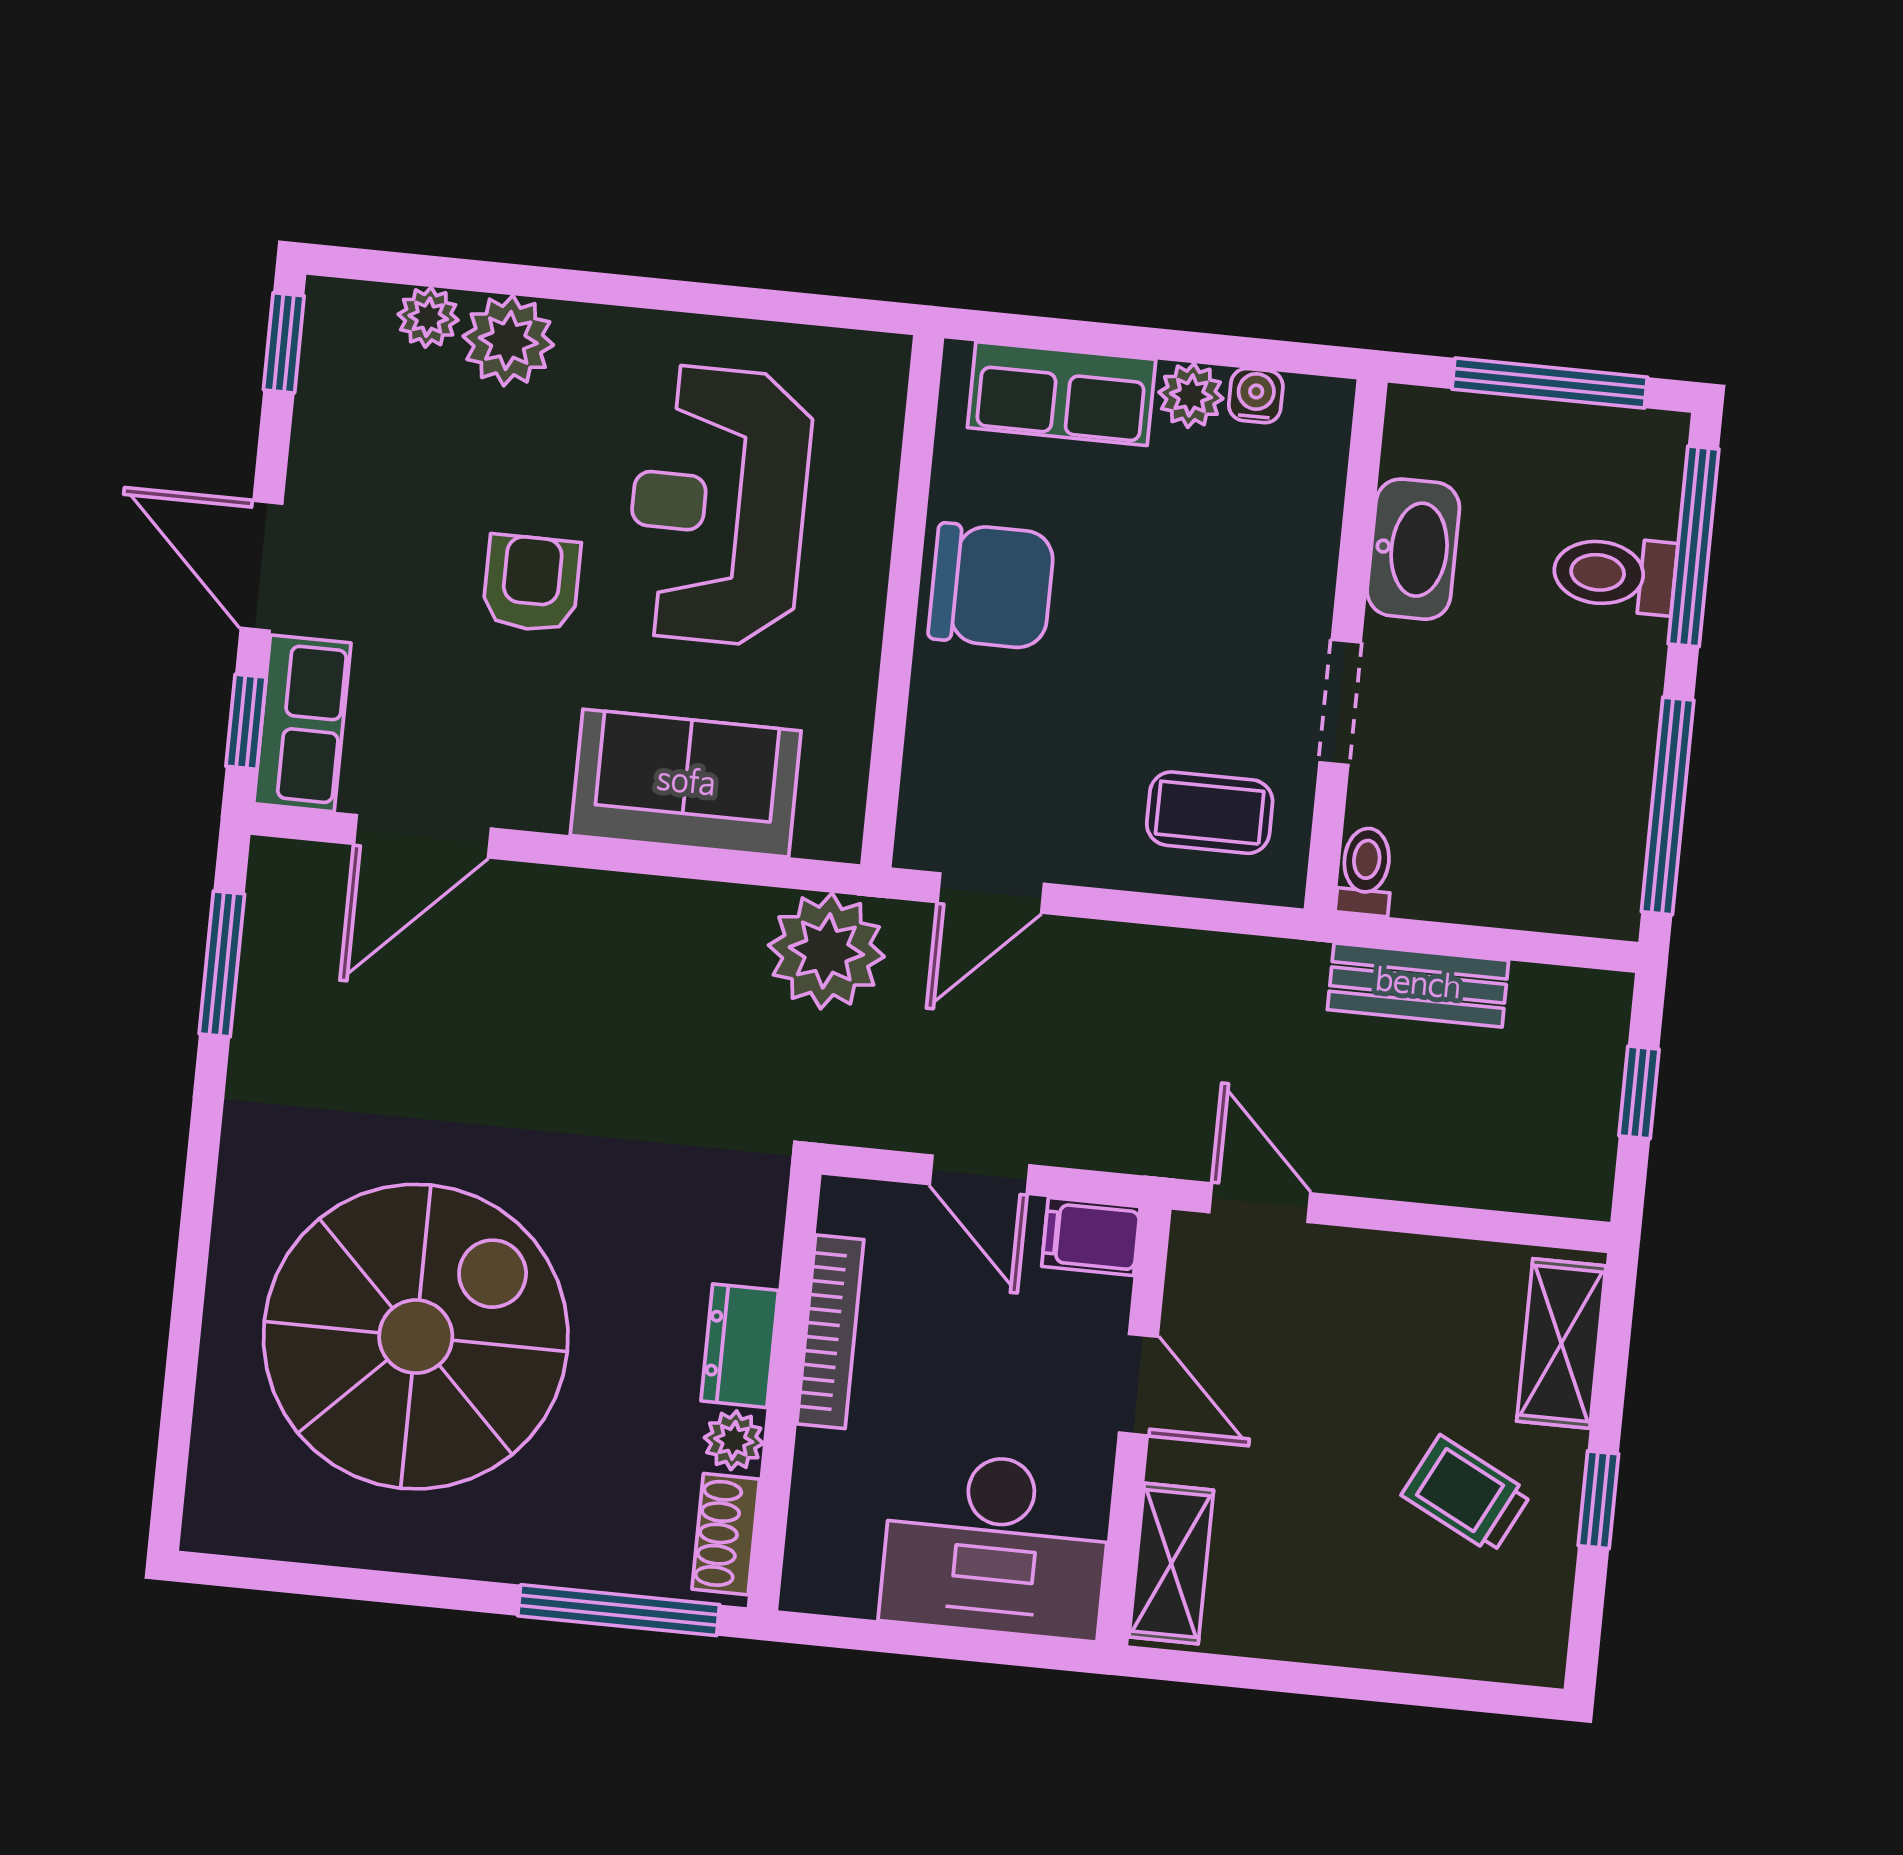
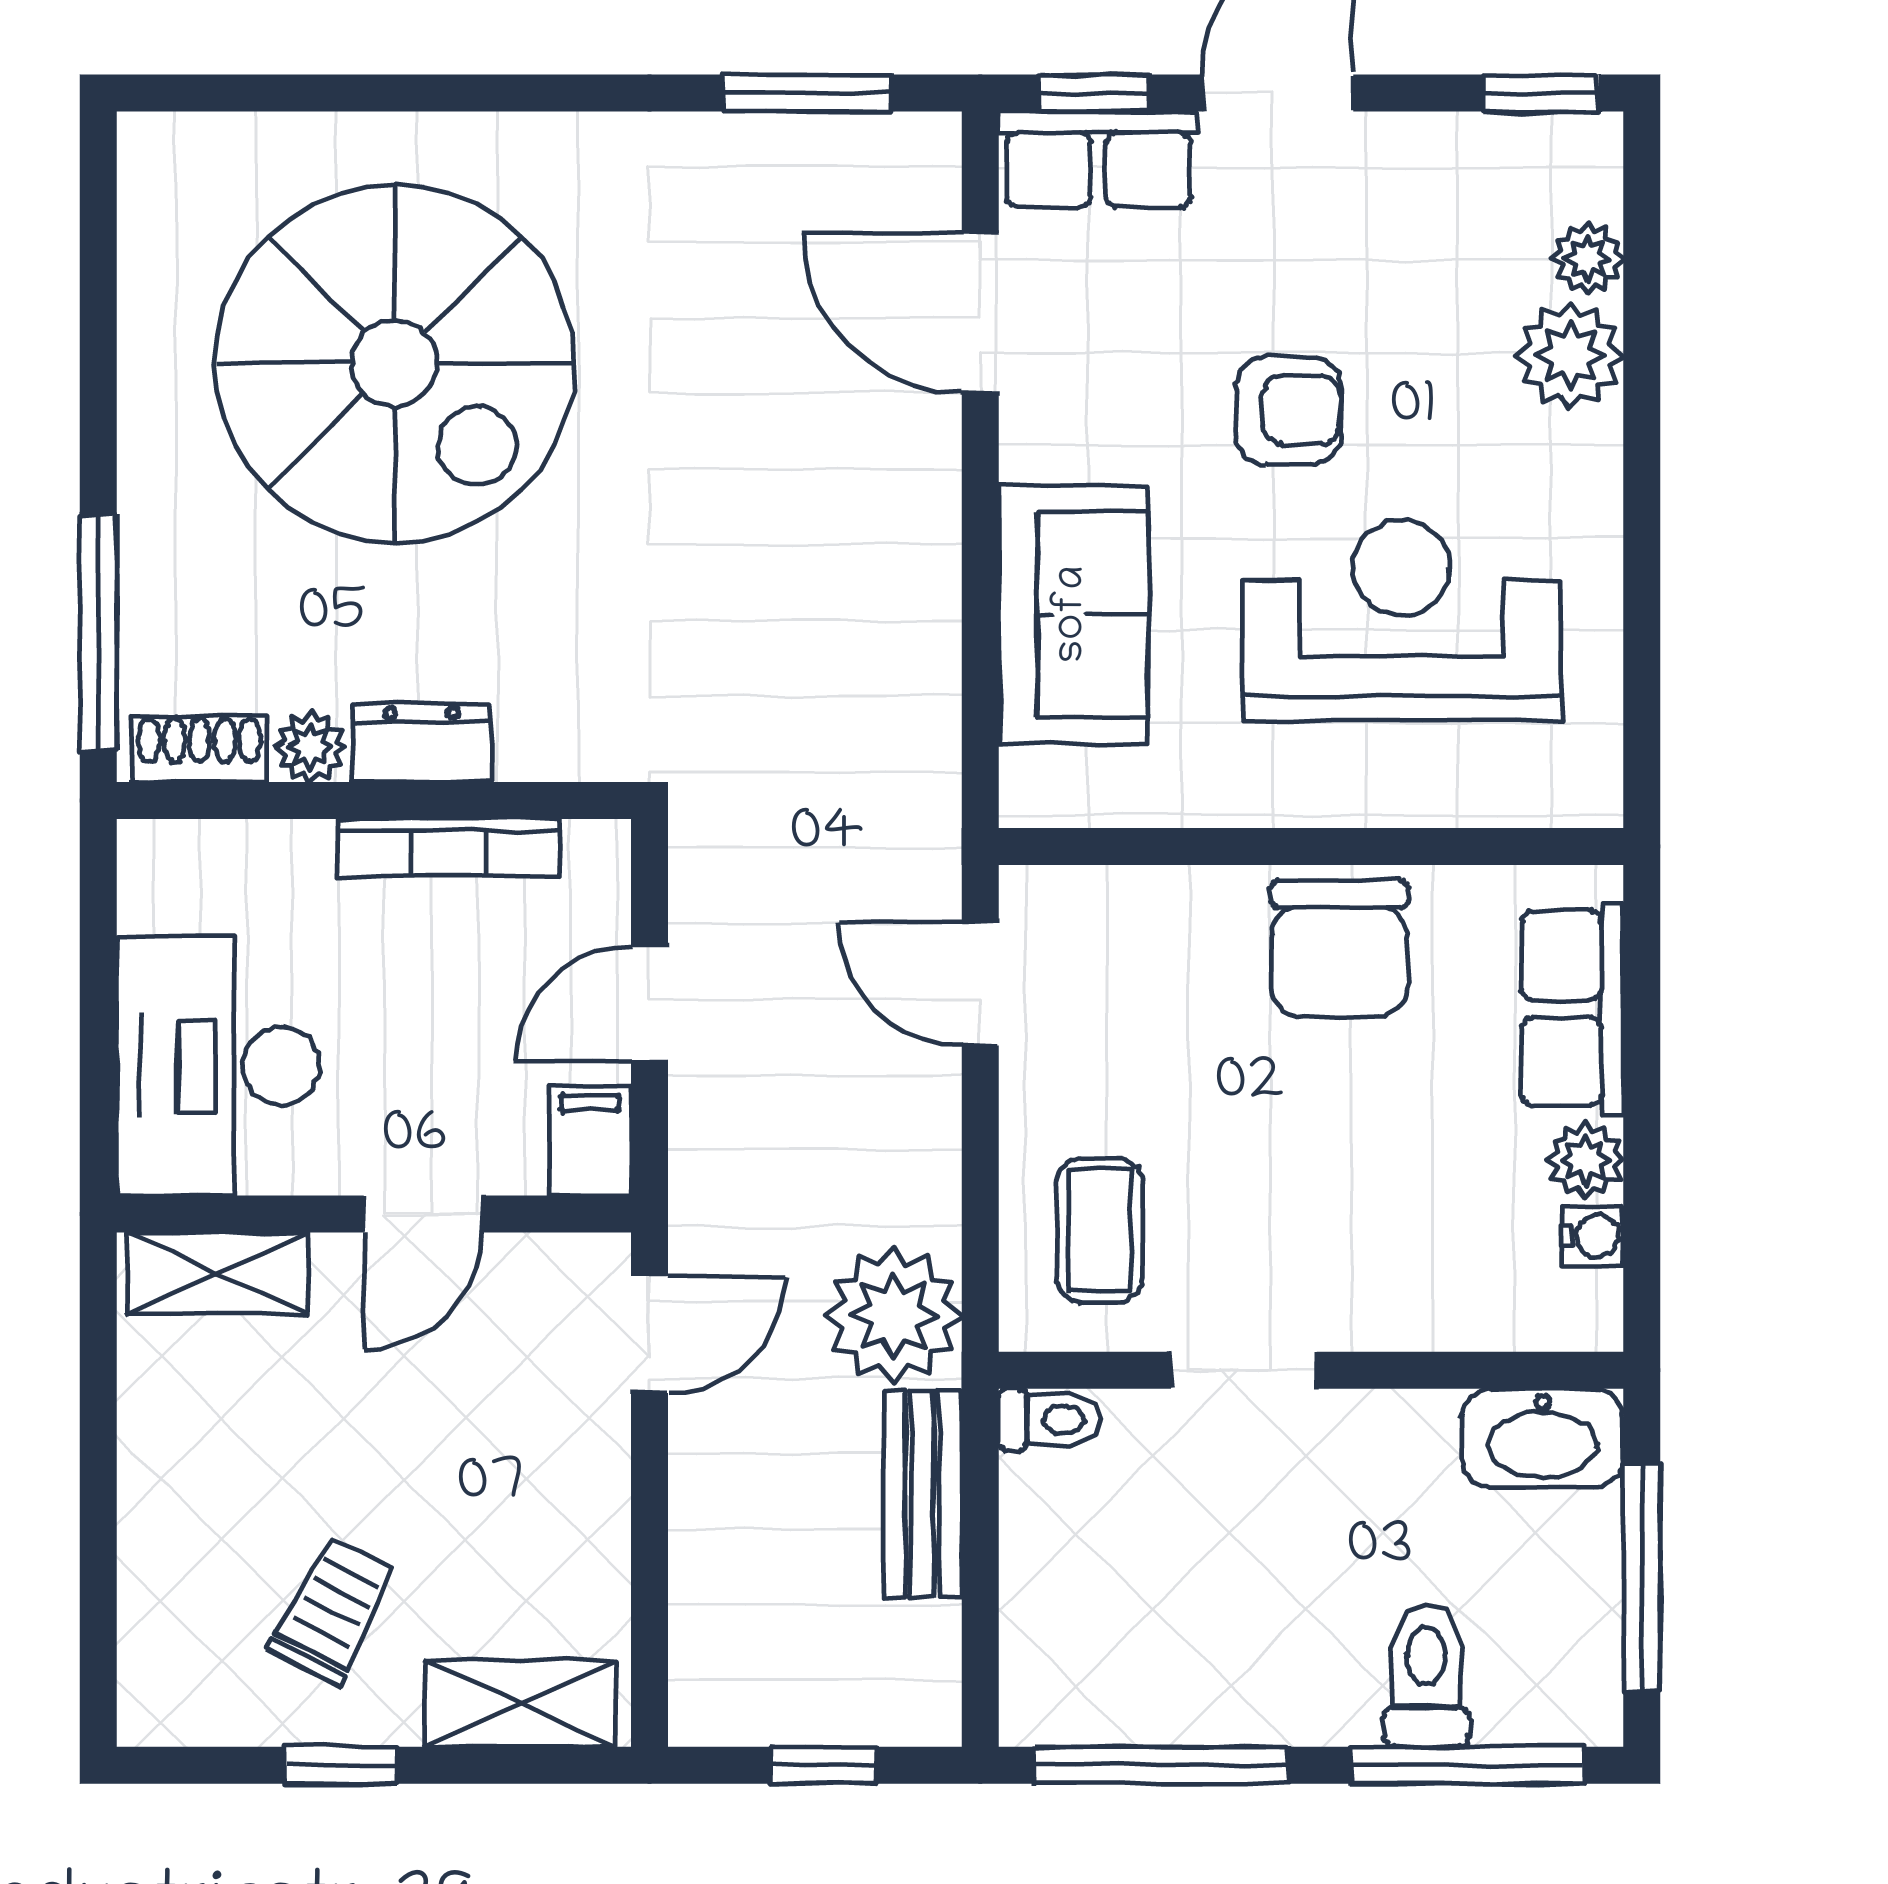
washbasin: (1413, 549) -> (1543, 1438), moved
plant: (826, 951) -> (893, 1315), moved

